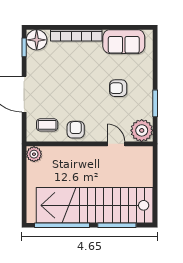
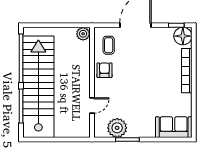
sofa: (124, 42) -> (174, 127), moved, turned 90
armchair: (118, 88) -> (141, 107), removed
armchair: (76, 130) -> (104, 70), turned -90
plant: (142, 130) -> (117, 128), moved

